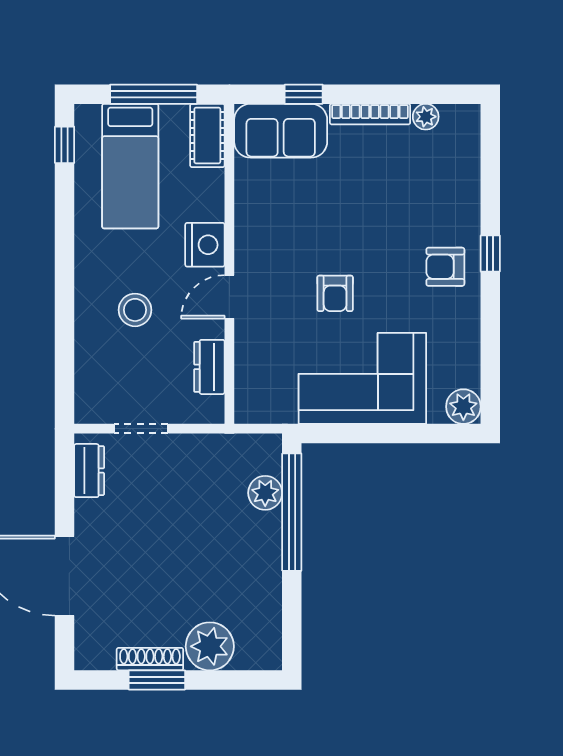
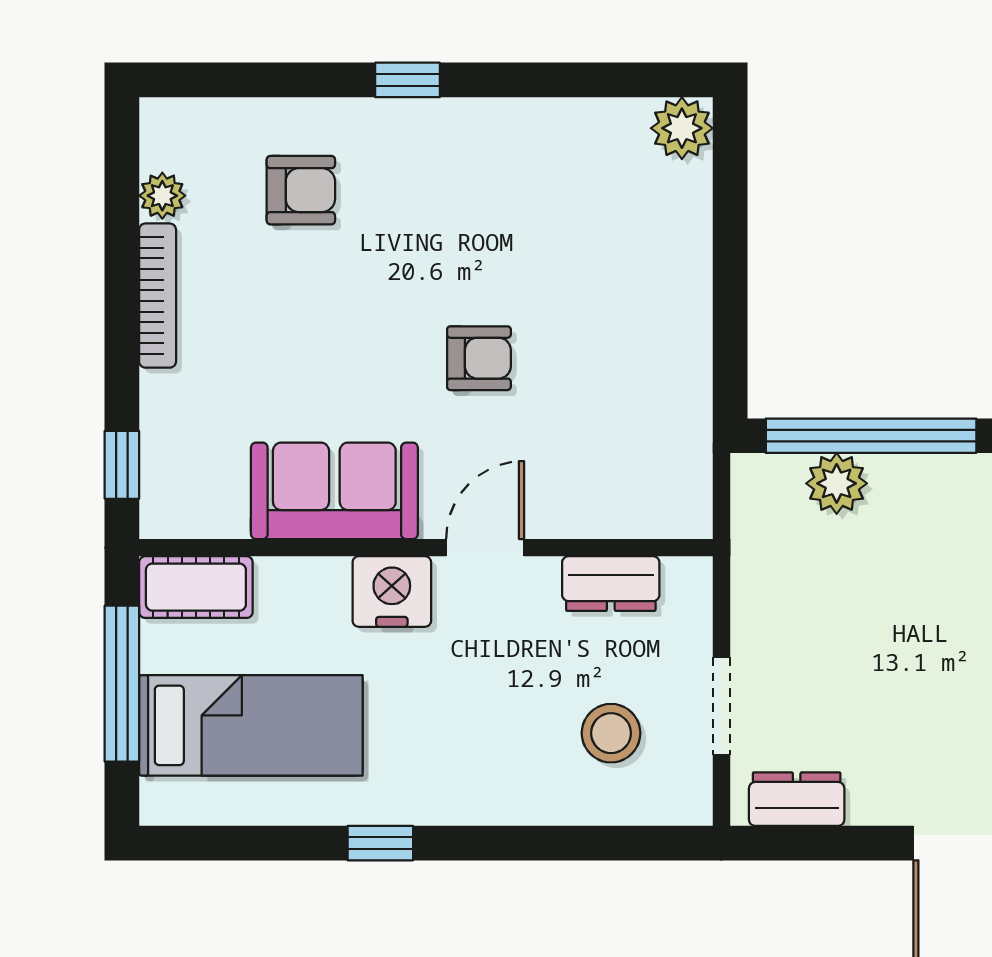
window: (304, 94) -> (122, 465), moved
sofa: (281, 131) -> (334, 491), moved, turned -90
window: (65, 145) -> (380, 843), moved
armchair: (445, 267) -> (301, 190), moved, turned -90
door: (229, 297) -> (485, 548), swing flipped
stool: (135, 310) -> (611, 733), moved
corner sofa: (362, 378) -> (631, 309), removed

